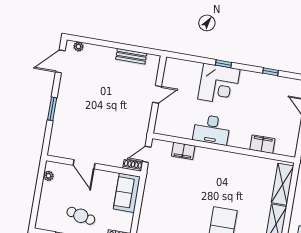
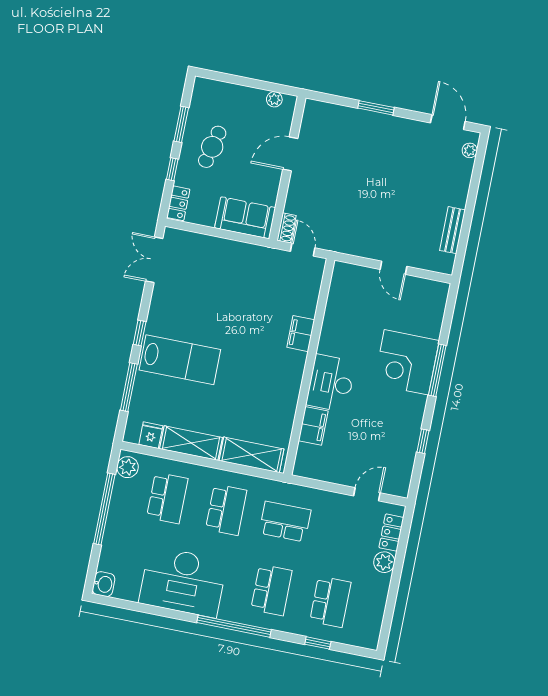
window: (223, 64) -> (437, 370), width x2.17
desk: (212, 130) -> (331, 383), moved
filing cabinet: (183, 151) -> (301, 334), moved

